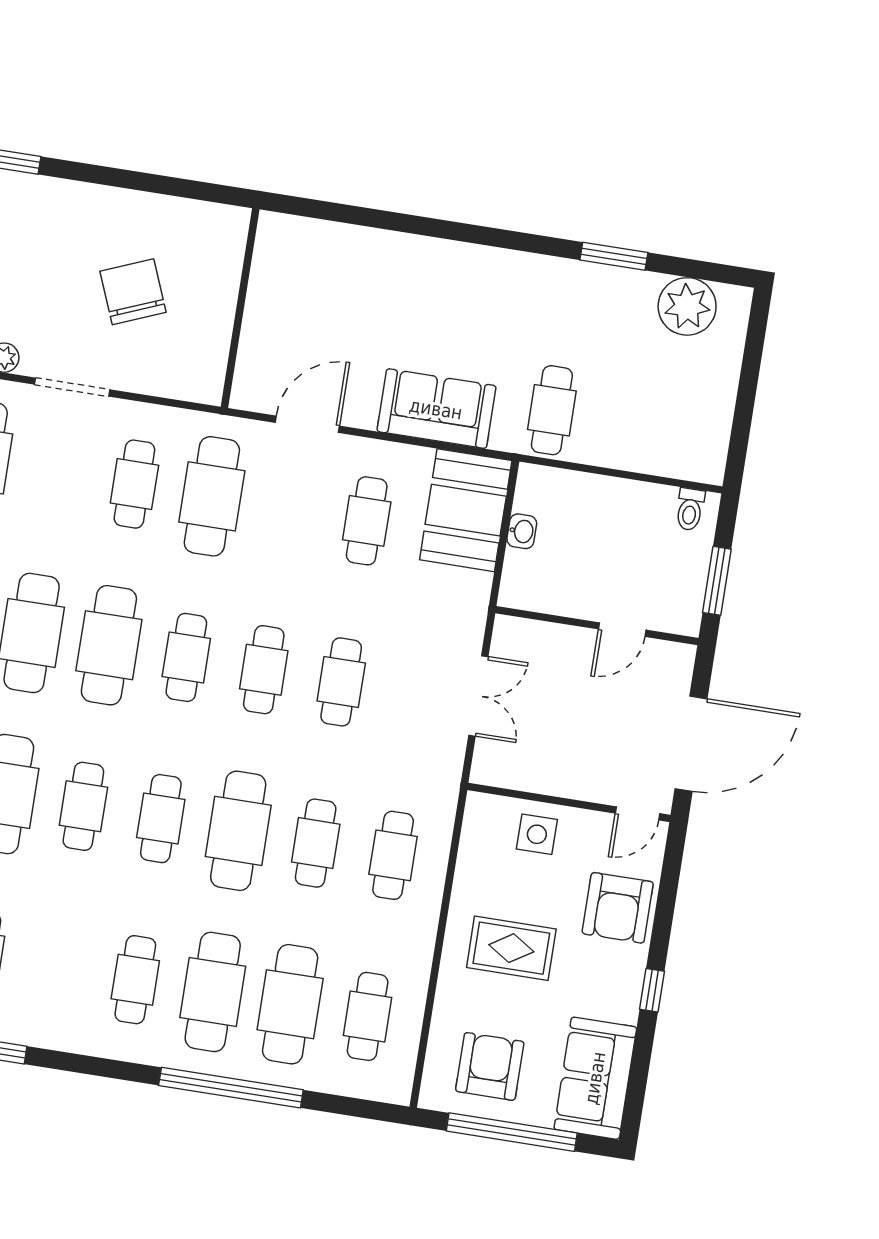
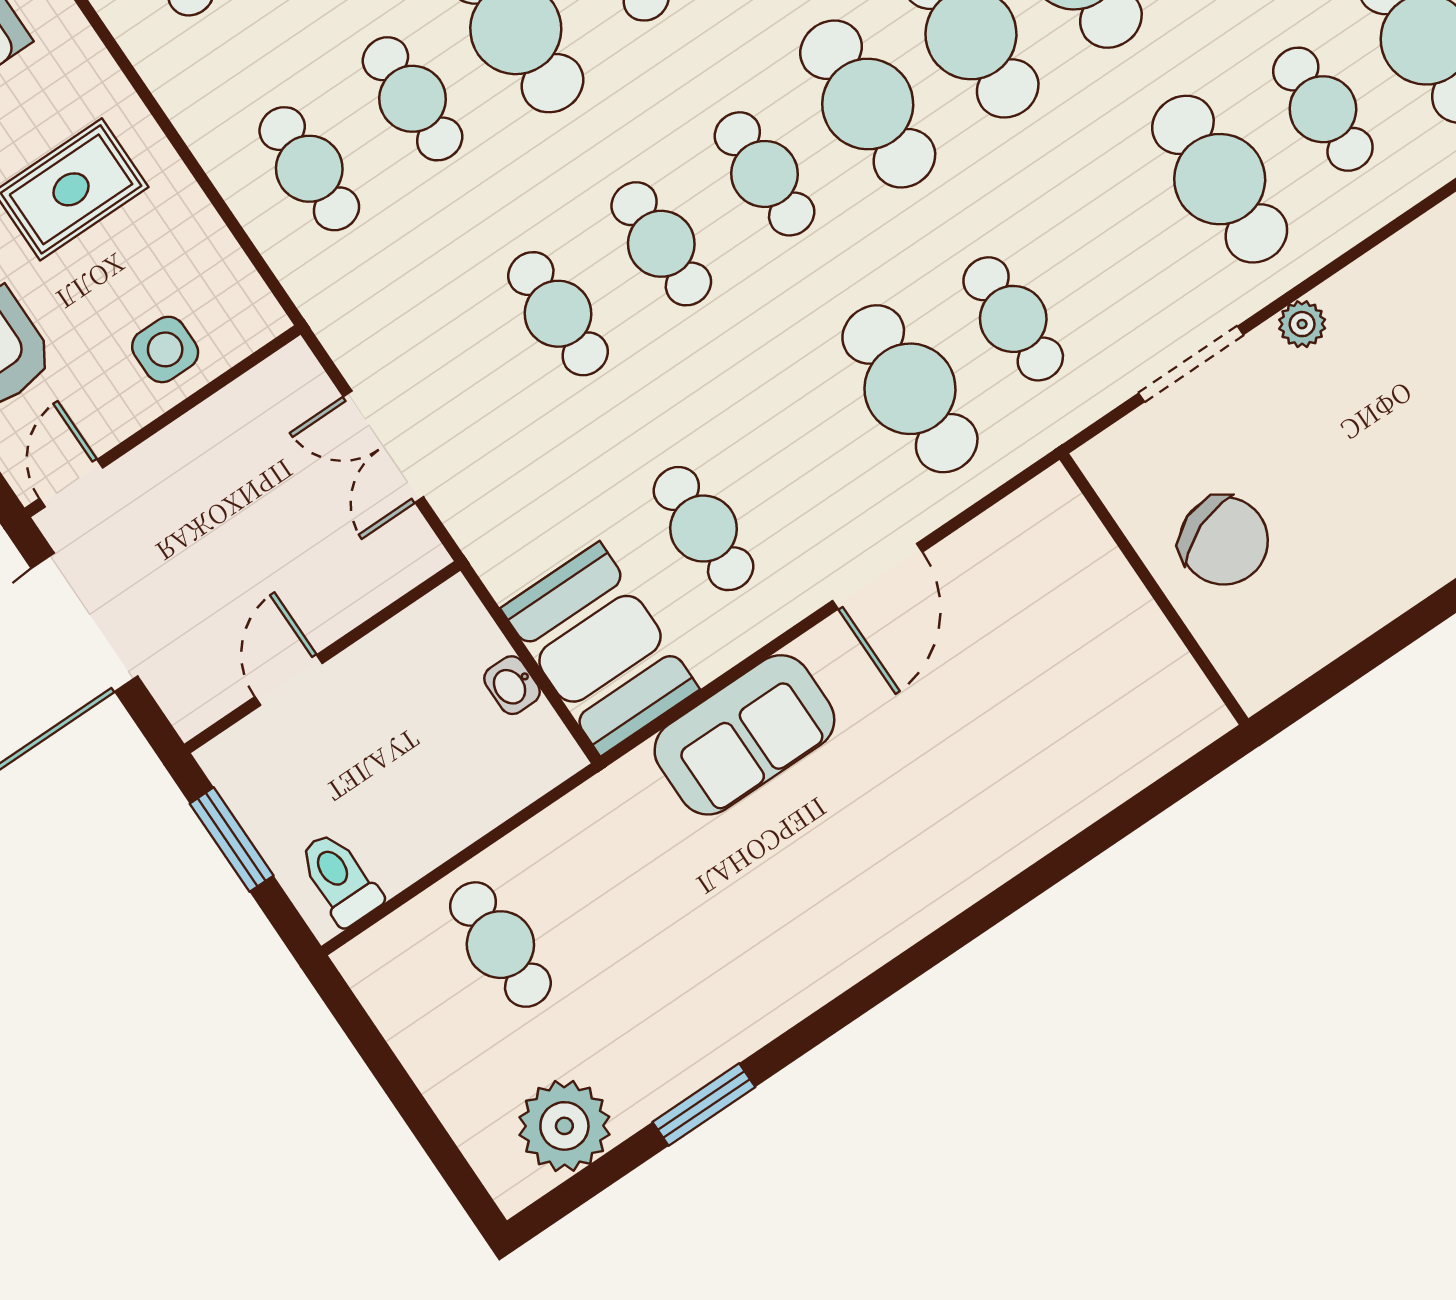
wall: (240, 308) -> (1154, 589), moved
cafe table: (552, 410) -> (500, 945), moved
toilet: (690, 509) -> (340, 879), width x1.37, depth x1.39

